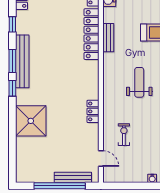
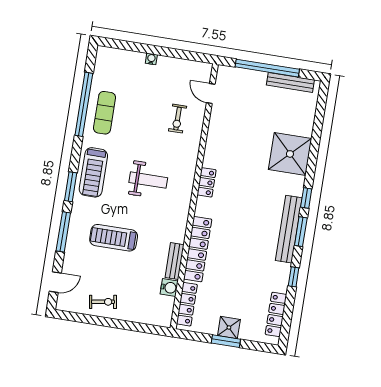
bench: (108, 38) -> (175, 261), moved
weight bench: (139, 82) -> (148, 180), turned -90
locker: (93, 111) -> (207, 182), moved
bench: (73, 177) -> (290, 82), moved

